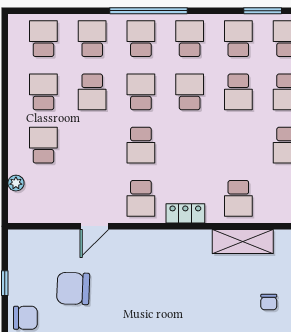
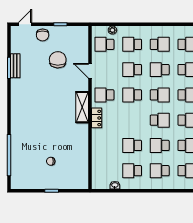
school desk: (43, 145) -> (132, 44), turned 180
school desk: (92, 145) -> (132, 70), added
school desk: (43, 198) -> (104, 44), added
school desk: (238, 198) -> (132, 145), moved
shelving: (243, 242) -> (82, 107), moved

